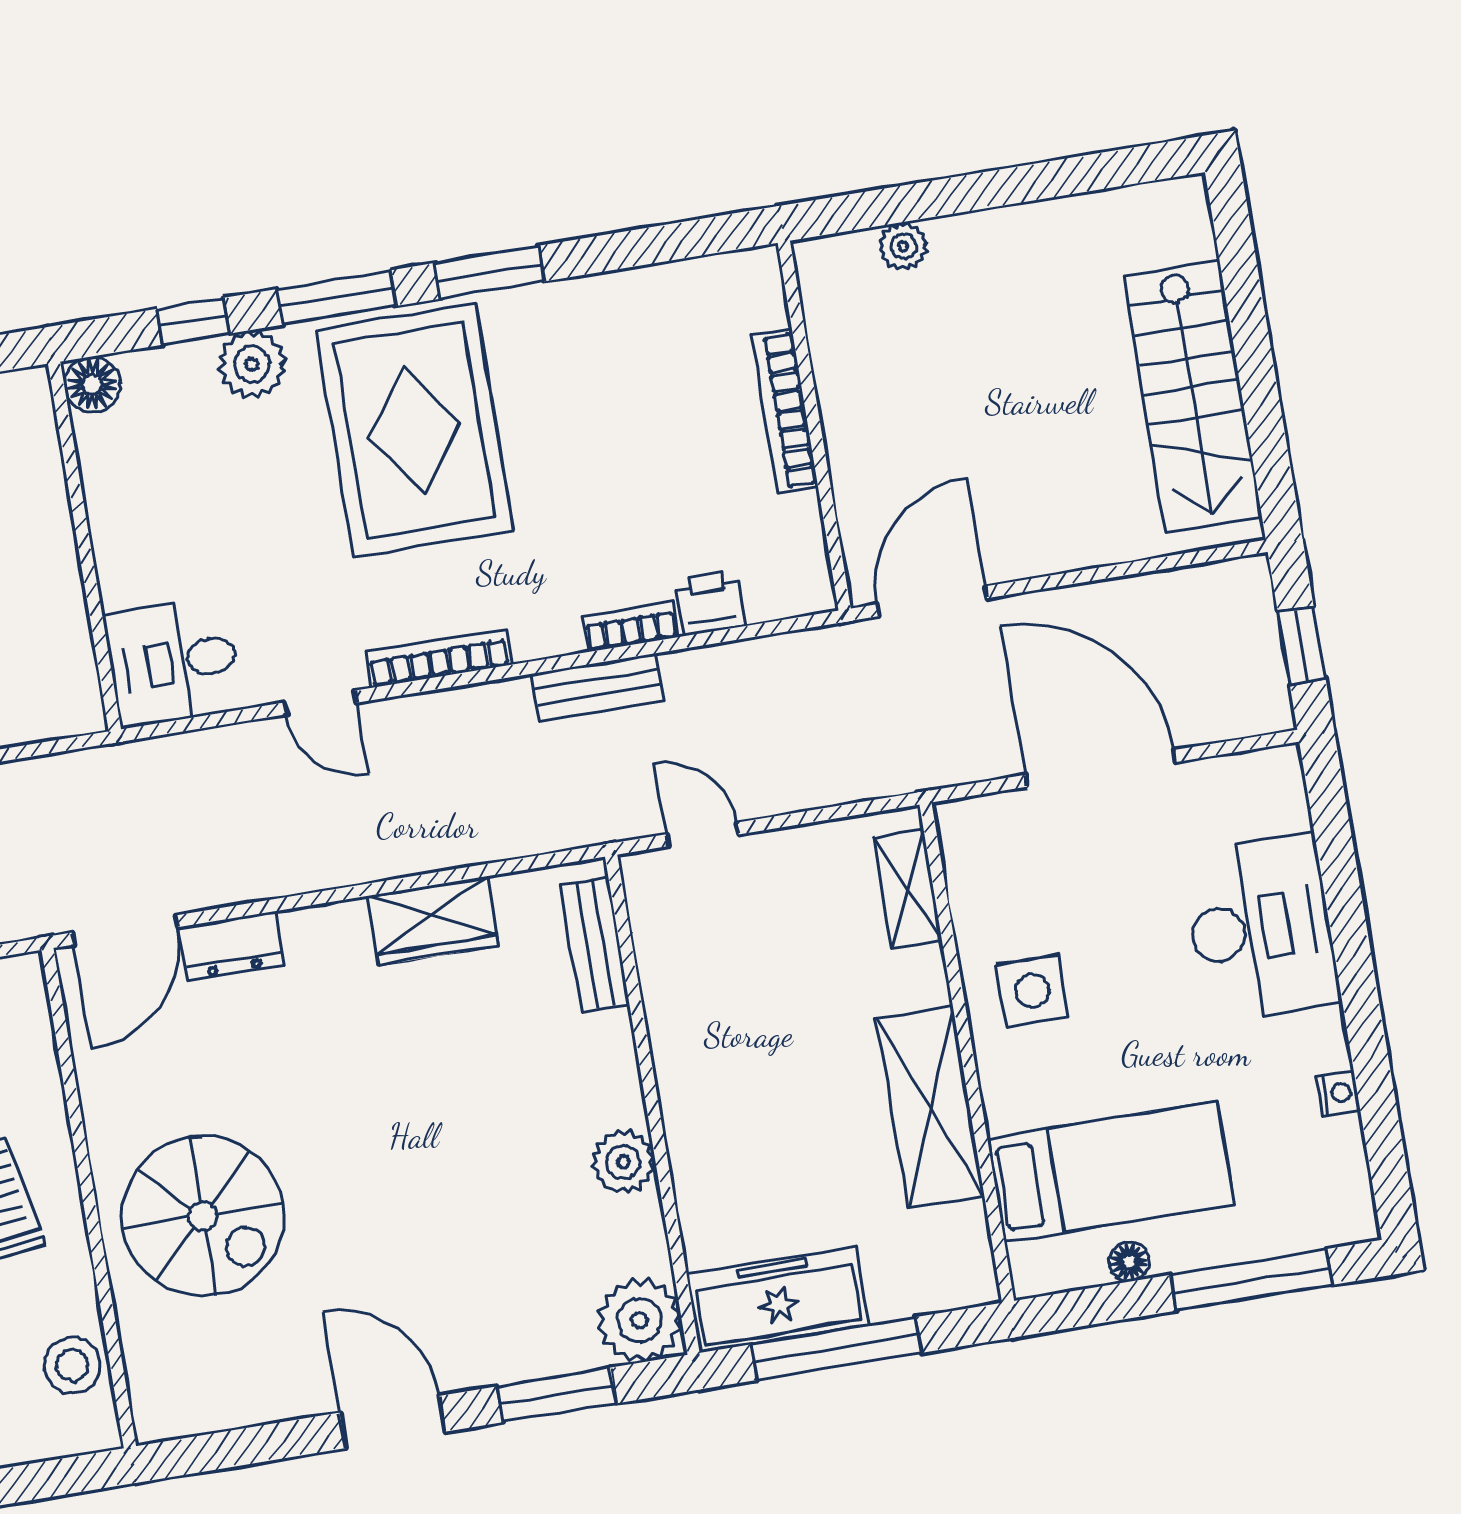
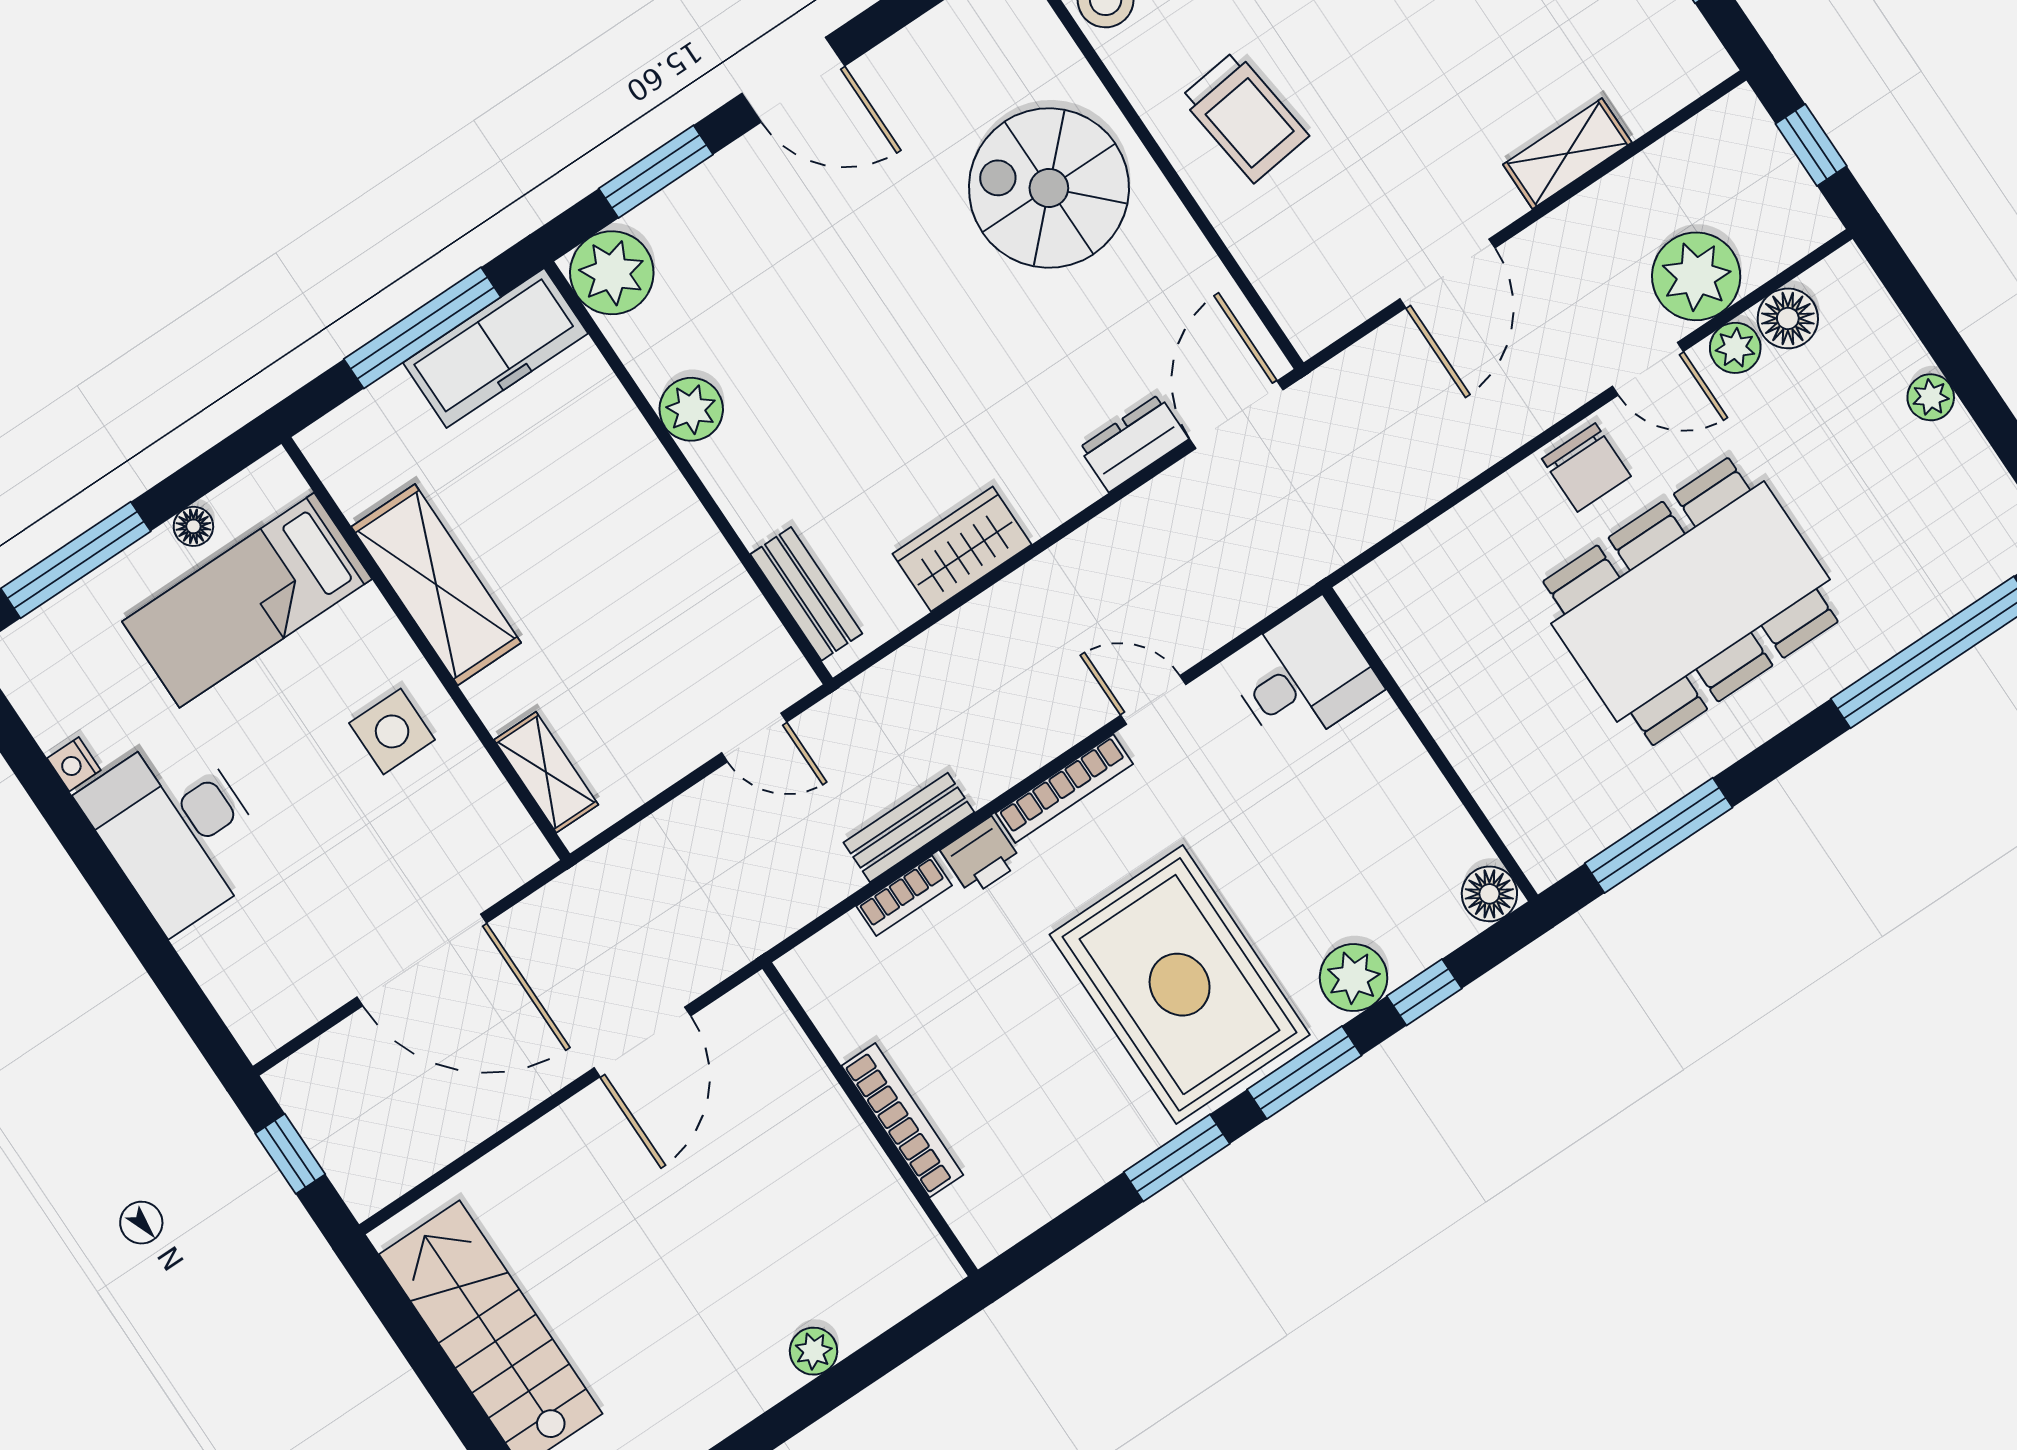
bookcase: (785, 411) -> (902, 1120), moved
wall: (814, 426) -> (870, 1119), moved
printer: (710, 603) -> (981, 856), moved
desk: (1261, 928) -> (177, 830), moved

